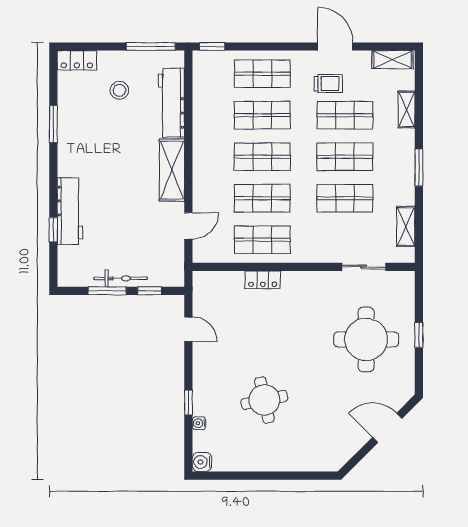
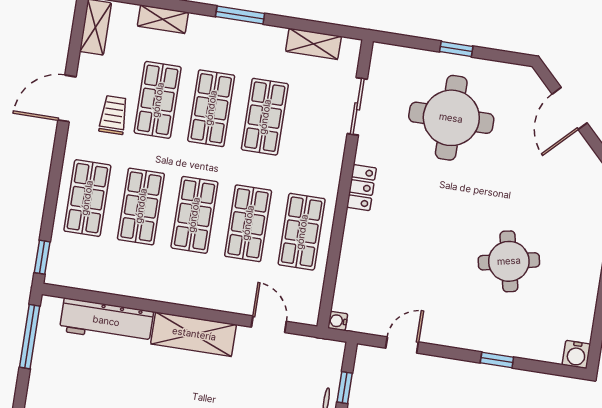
stool: (119, 90) -> (80, 386), removed
locker: (263, 280) -> (362, 188), moved
water cooler: (199, 423) -> (338, 321), moved, turned 90

